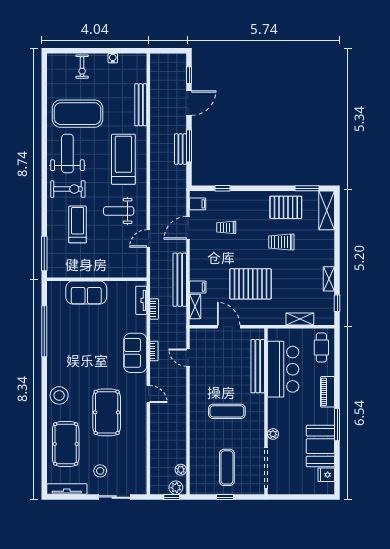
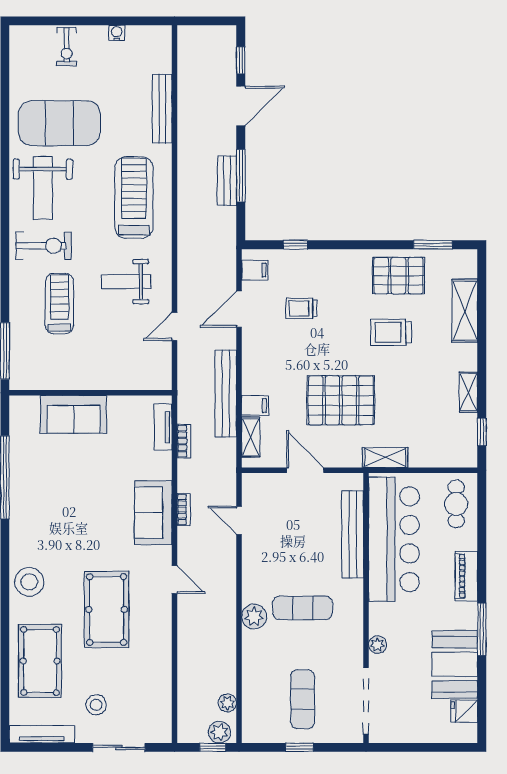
weight bench: (67, 154) -> (43, 188), turned 180
shelving: (327, 210) -> (465, 311), moved
shelving: (300, 319) -> (385, 458), moved
bar counter: (283, 369) -> (394, 539), width x1.36
plant: (197, 417) -> (254, 617), added

